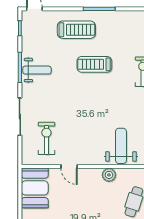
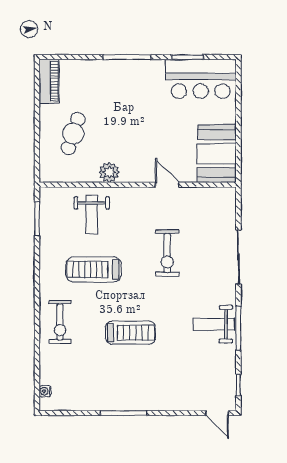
treadmill: (76, 30) -> (94, 270), moved
exercise bike: (46, 138) -> (167, 253), moved
weight bench: (121, 146) -> (92, 215), width x0.73, depth x0.75

